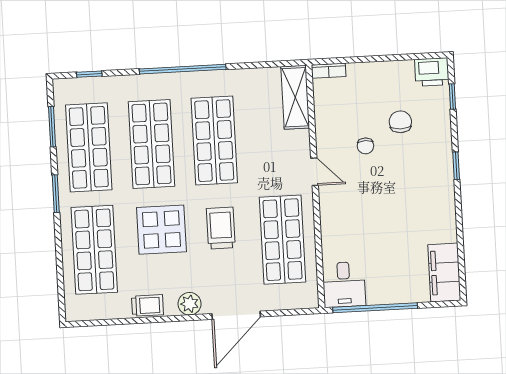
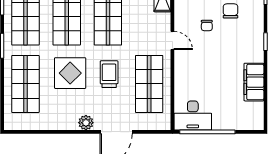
filing cabinet: (444, 272) -> (254, 82), moved
desk: (344, 284) -> (193, 116), width x1.37
trolley: (148, 305) -> (58, 122), removed

